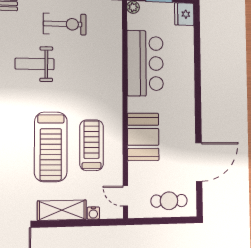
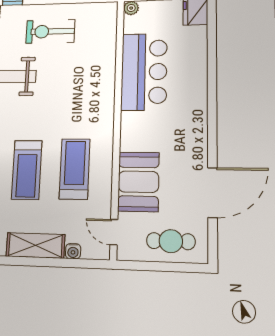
exercise bike: (65, 24) -> (50, 31), turned 180
booth: (143, 137) -> (138, 182), moved
treadmill: (51, 147) -> (27, 170), width x0.73, depth x0.73

